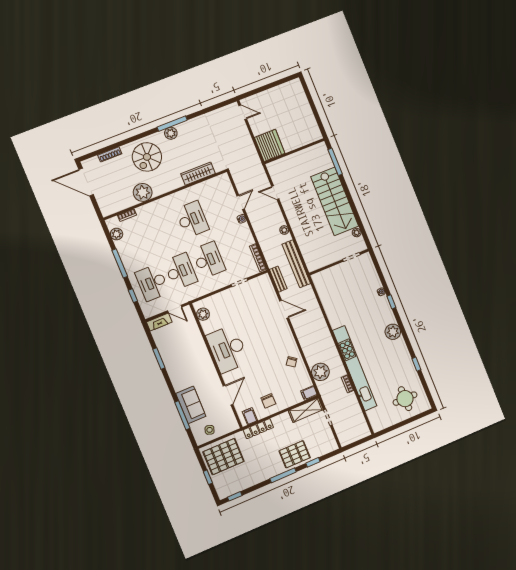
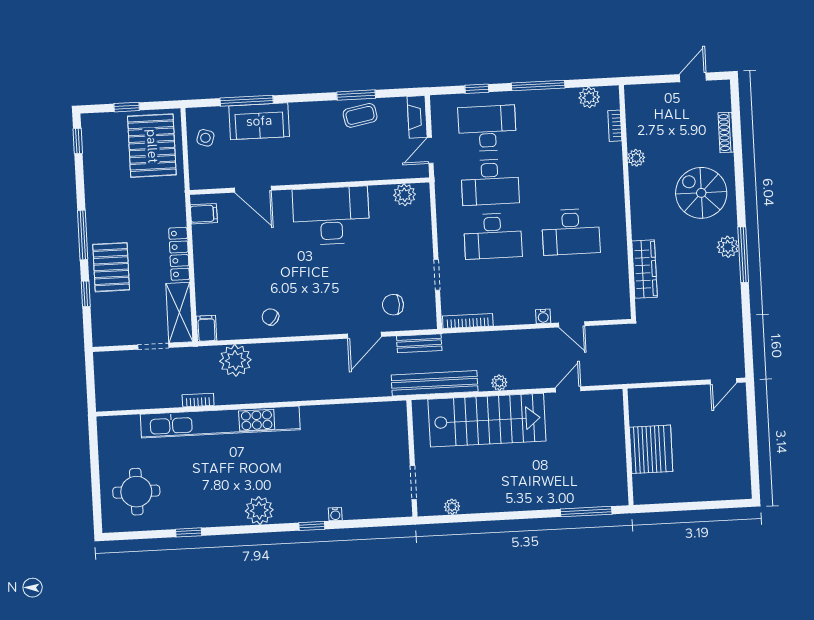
server rack: (270, 145) -> (651, 449), moved, turned -90
door: (86, 182) -> (693, 77), width x0.53
plant: (143, 192) -> (636, 158), width x0.53, depth x0.53
stairs: (335, 201) -> (487, 420), moved, turned 180
coffee table: (169, 353) -> (360, 115), added
chair: (268, 401) -> (393, 305), moved
locker: (258, 429) -> (179, 254), moved

